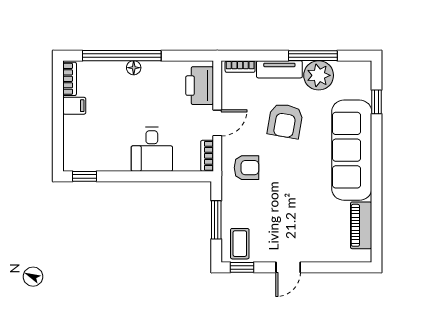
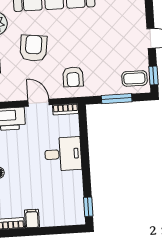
armchair: (285, 121) -> (33, 48), turned -93
armchair: (247, 168) -> (73, 77), turned 180

